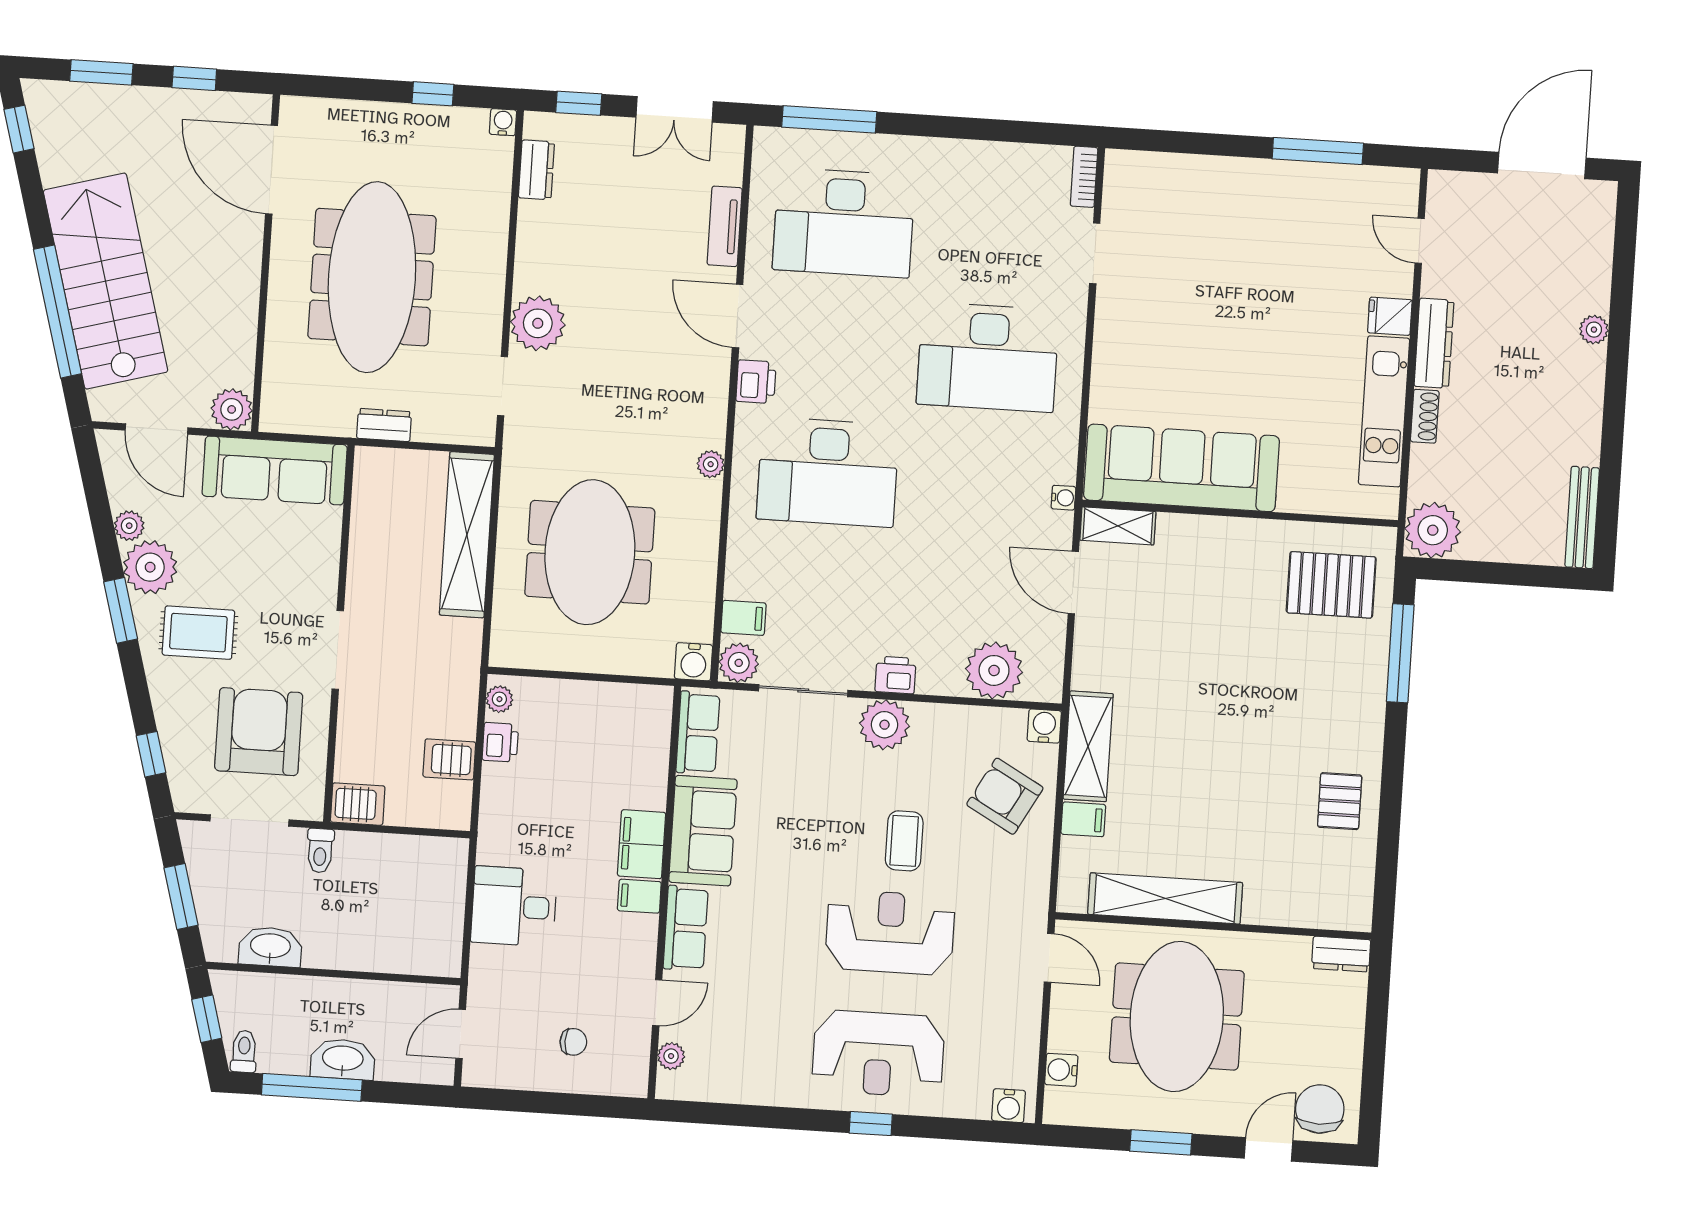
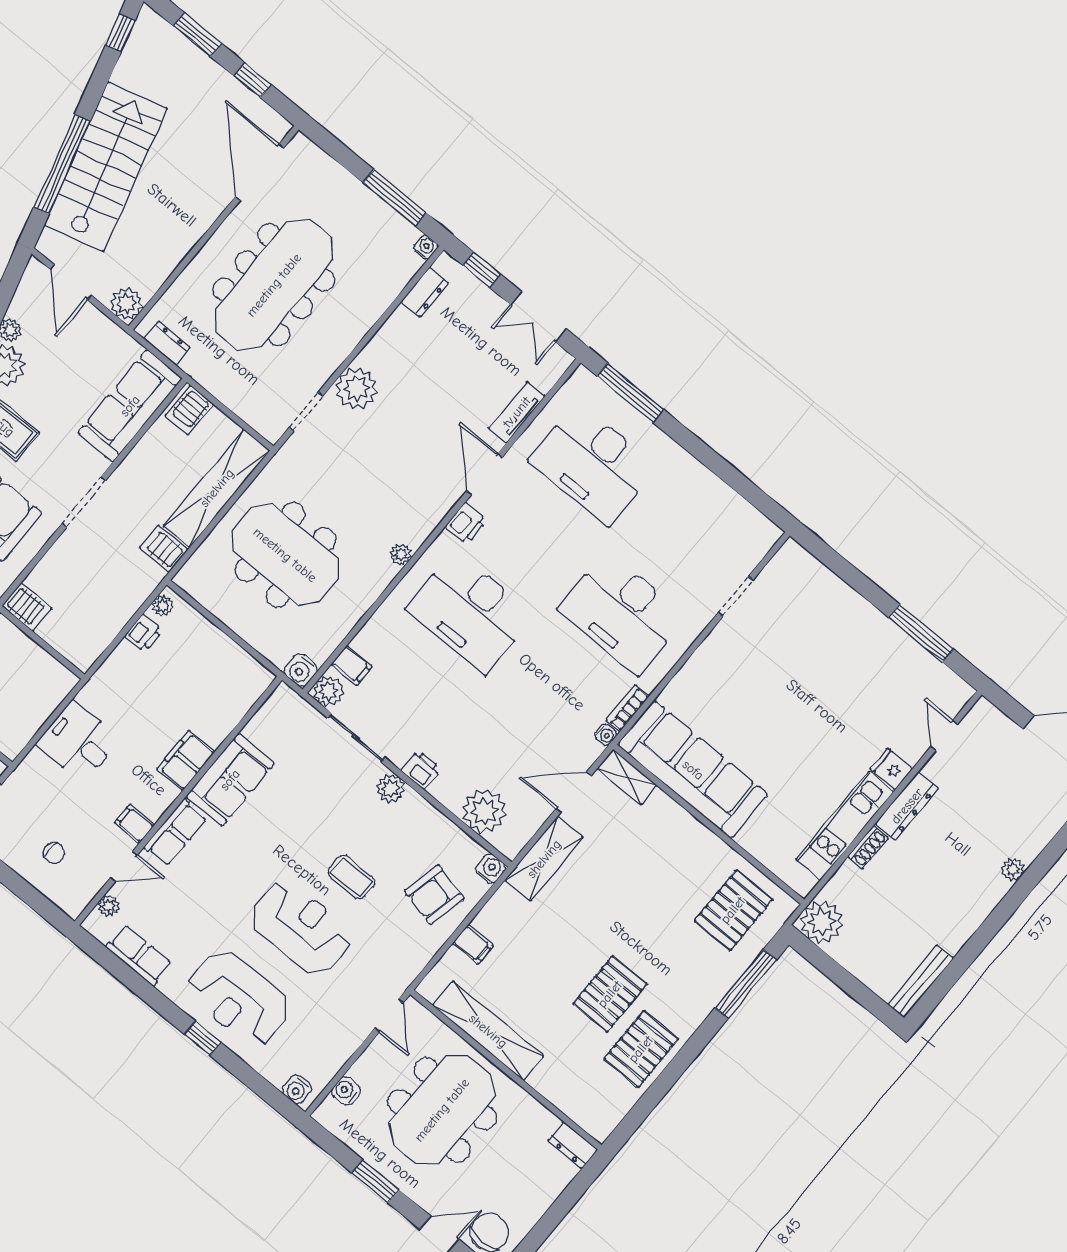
window: (433, 94) -> (395, 198), width x2.17
bookcase: (1084, 177) -> (628, 708), moved
dresser: (384, 425) -> (167, 343), moved
sofa: (275, 470) -> (130, 406), moved, turned 90
server rack: (379, 473) -> (189, 410), added
meeting table: (590, 552) -> (285, 555), turned 90
door: (1073, 582) -> (574, 792), hinge flipped
pallet: (1331, 585) -> (733, 910), turned 90
plant: (884, 725) -> (391, 788), width x0.73, depth x0.73
row of seats: (698, 733) -> (139, 955), moved, turned -90
shelving: (1088, 746) -> (544, 859), moved
server rack: (449, 759) -> (164, 549), moved
pallet: (1265, 767) -> (610, 994), added
armchair: (1005, 796) -> (434, 895), turned -106
pallet: (1340, 801) -> (641, 1049), width x1.50, depth x1.42
coffee table: (904, 841) -> (351, 877), turned 90
filing cabinet: (639, 896) -> (134, 824), moved

